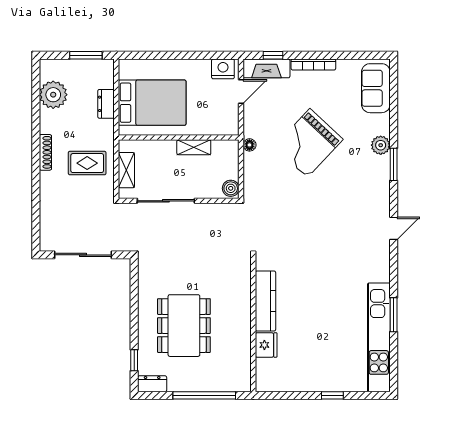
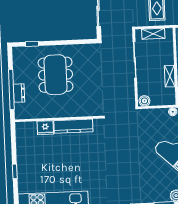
dining table: (184, 326) -> (56, 75), turned 90
dresser: (152, 384) -> (19, 93), moved

